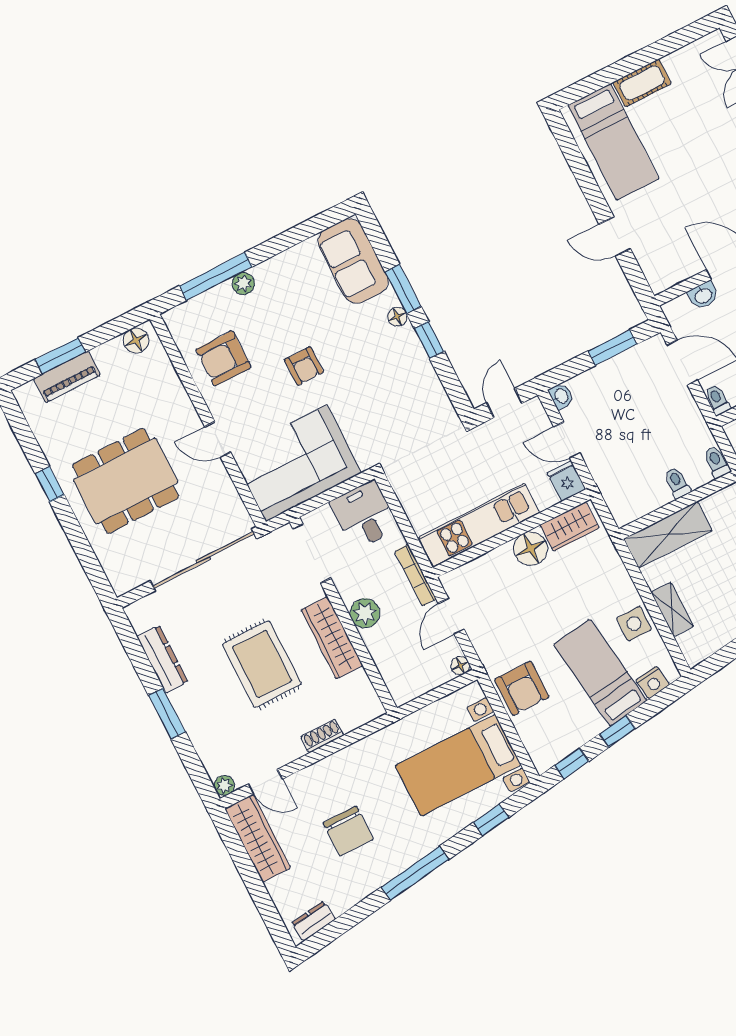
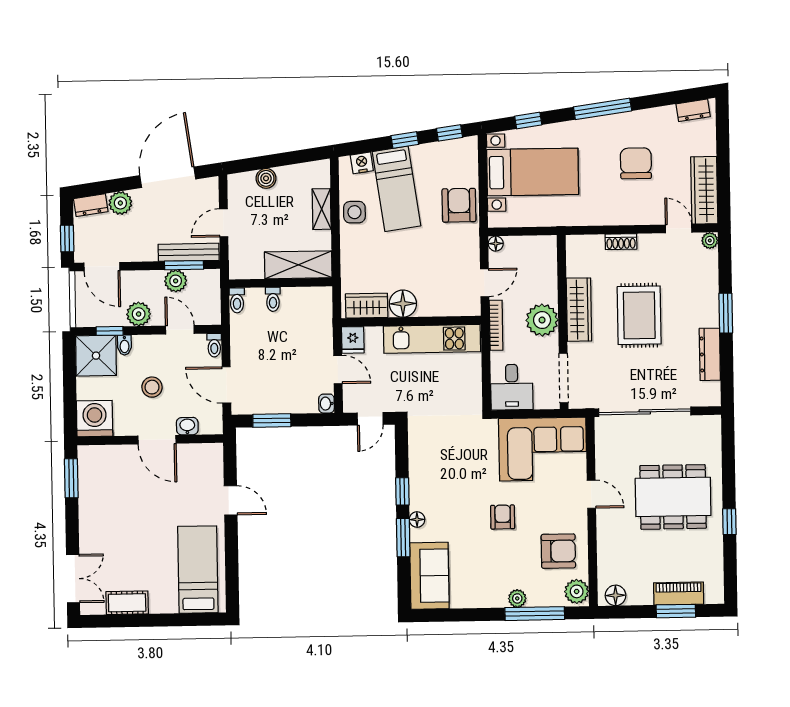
cot: (642, 83) -> (127, 603), moved
plant: (181, 324) -> (577, 591), added
plant: (365, 613) -> (542, 320), width x1.36, depth x1.36

